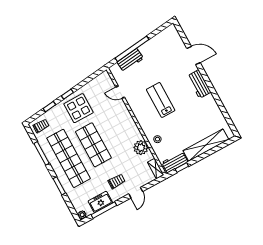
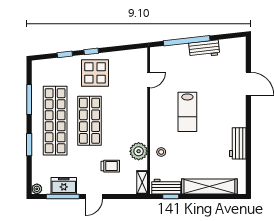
workbench: (130, 60) -> (204, 49), moved
workbench: (199, 84) -> (238, 143), moved
door: (120, 92) -> (149, 80), swing flipped
lab bench: (161, 100) -> (187, 112), turned 180
trolley: (41, 126) -> (45, 70), removed
trolley: (117, 181) -> (110, 166), moved
door: (136, 193) -> (94, 196), moved

